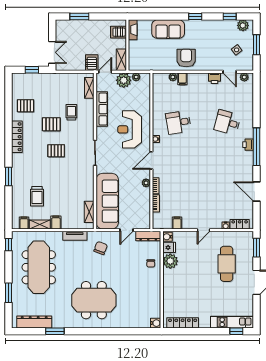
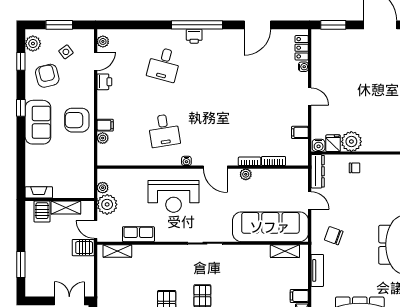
sofa: (168, 29) -> (38, 122), moved
armchair: (219, 36) -> (47, 76), added
shelving: (121, 60) -> (66, 208), moved
row of seats: (102, 109) -> (138, 234), width x0.68
trolley: (71, 112) -> (150, 275), removed
cafe table: (227, 264) -> (355, 65), removed

